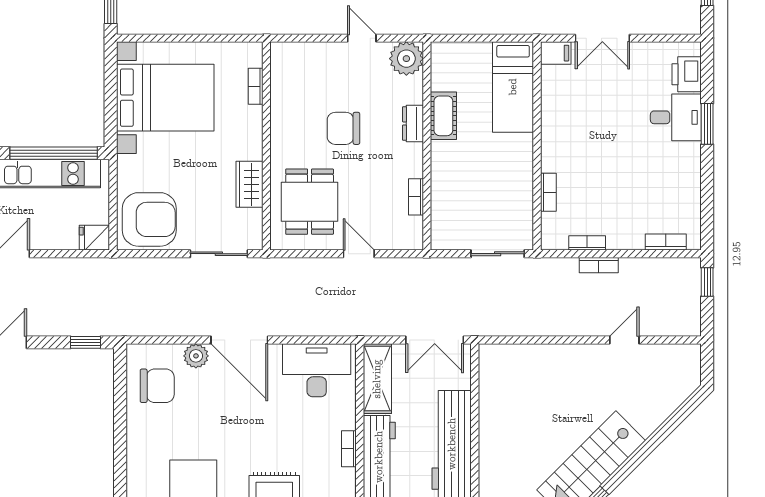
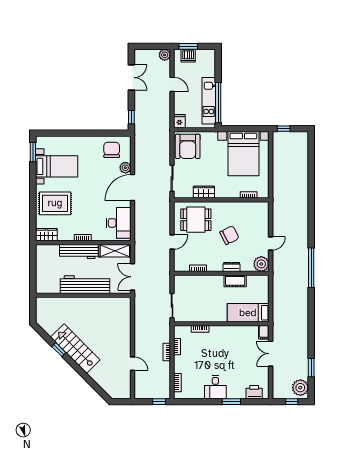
desk: (676, 117) -> (215, 387), moved
chair: (343, 128) -> (229, 235), turned 63
chair: (157, 386) -> (112, 150), turned 180

